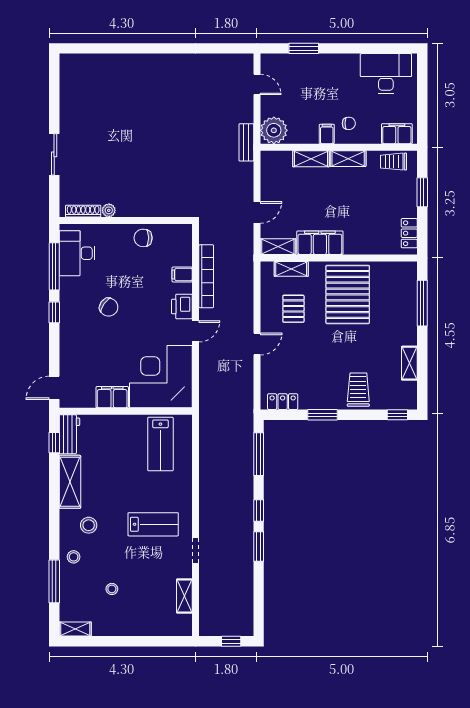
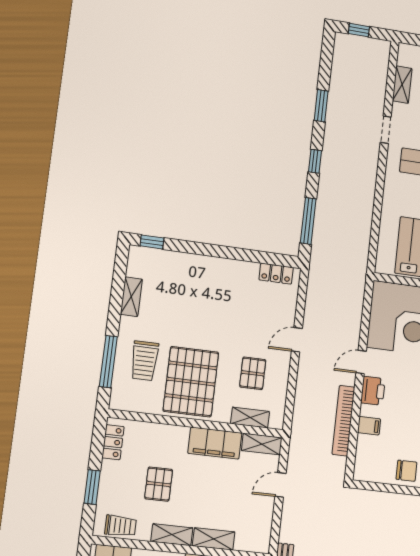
pallet: (365, 201) -> (159, 484), added
trolley: (358, 390) -> (144, 361), moved
window: (322, 415) -> (235, 253), removed
window: (259, 546) -> (321, 106), moved

